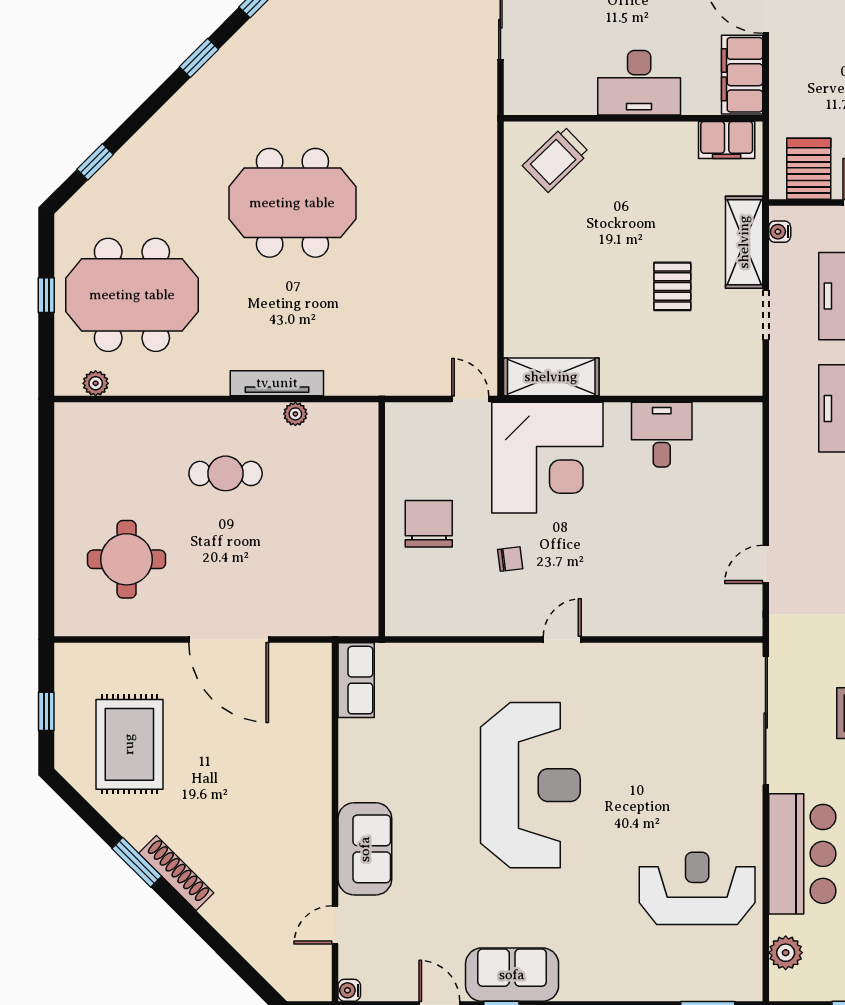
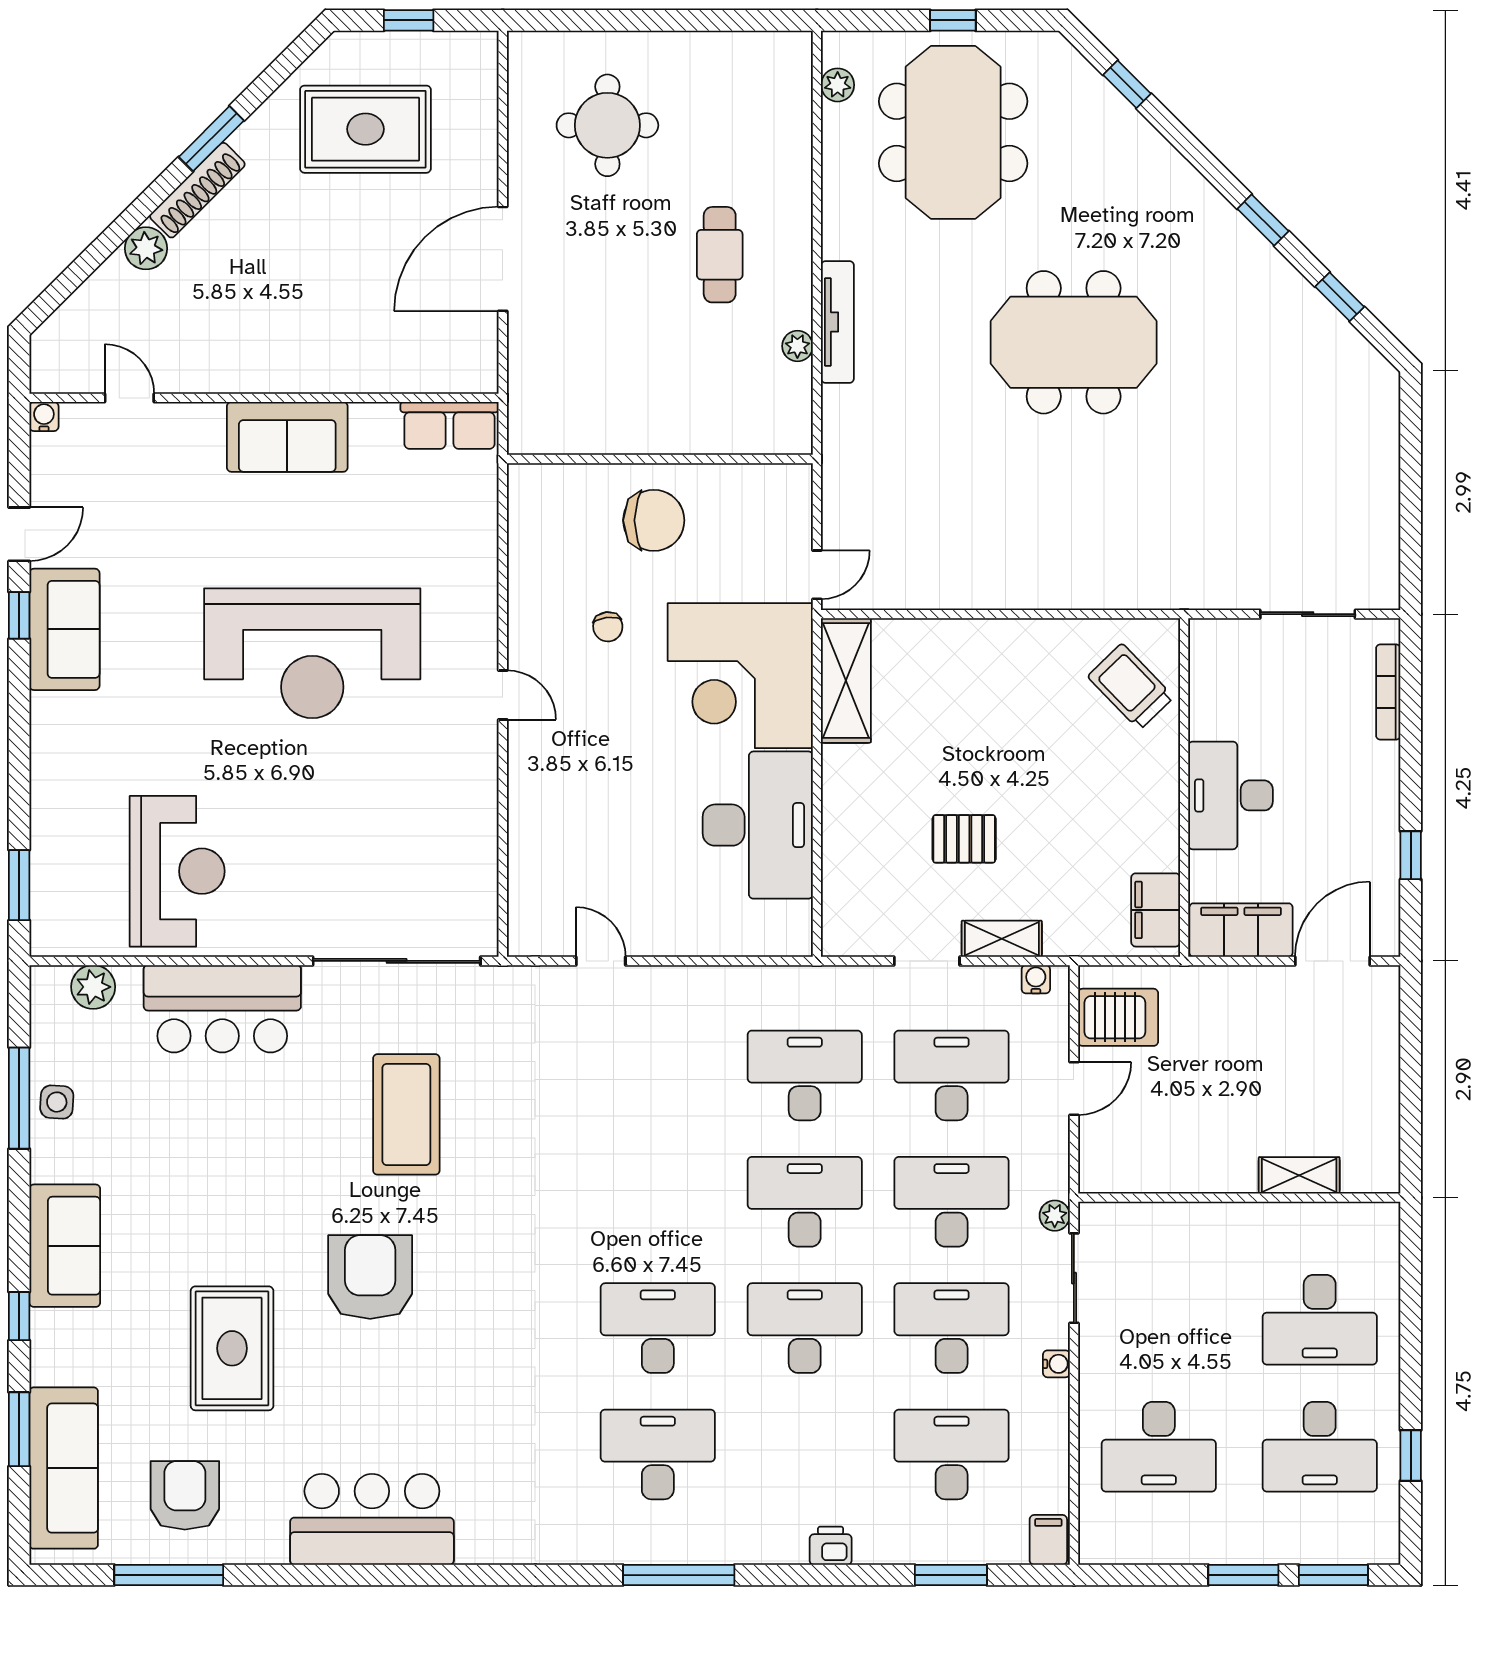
meeting table: (292, 203) -> (1074, 342), turned 90
shelving: (744, 242) -> (1002, 939), width x0.67, depth x0.75
desk: (662, 435) -> (758, 825), width x1.87, depth x1.30
sofa: (365, 849) -> (287, 437), moved
plant: (221, 912) -> (146, 248), added

